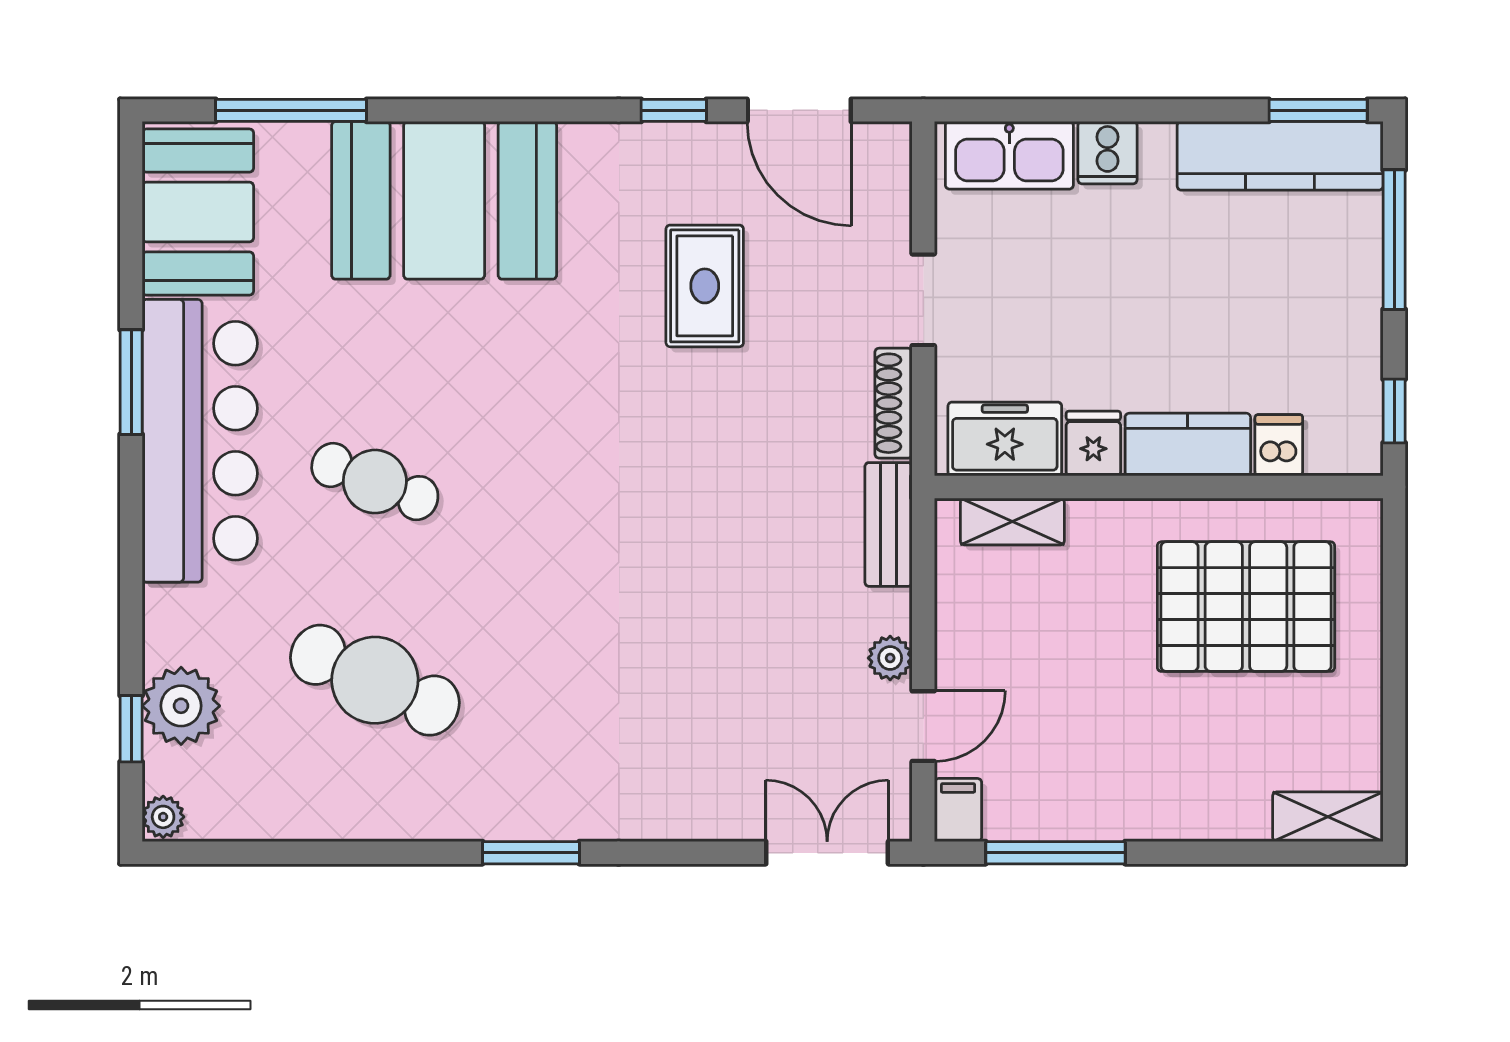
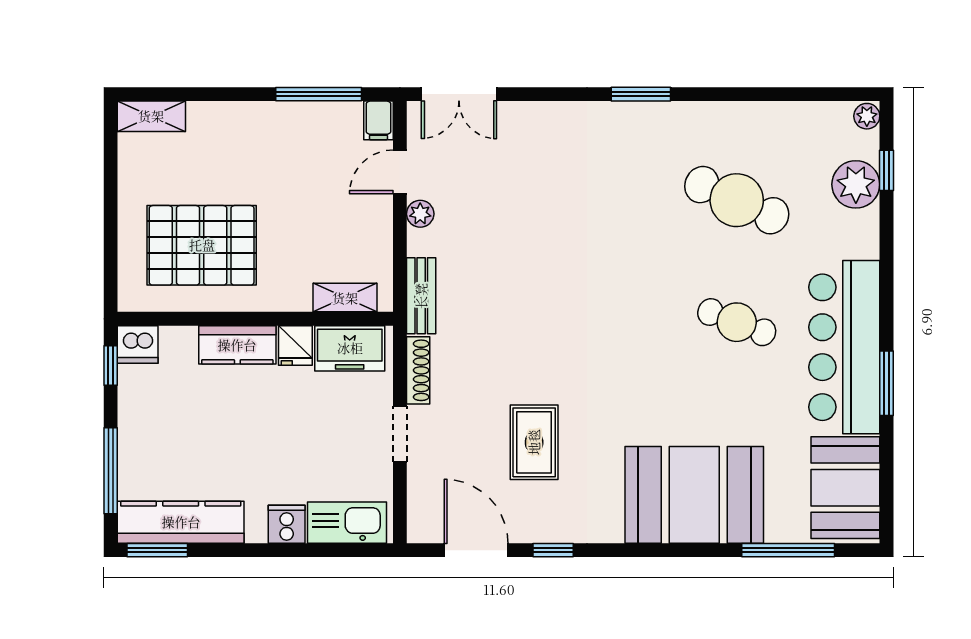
dishwasher: (1279, 445) -> (138, 344), moved, width x1.38

